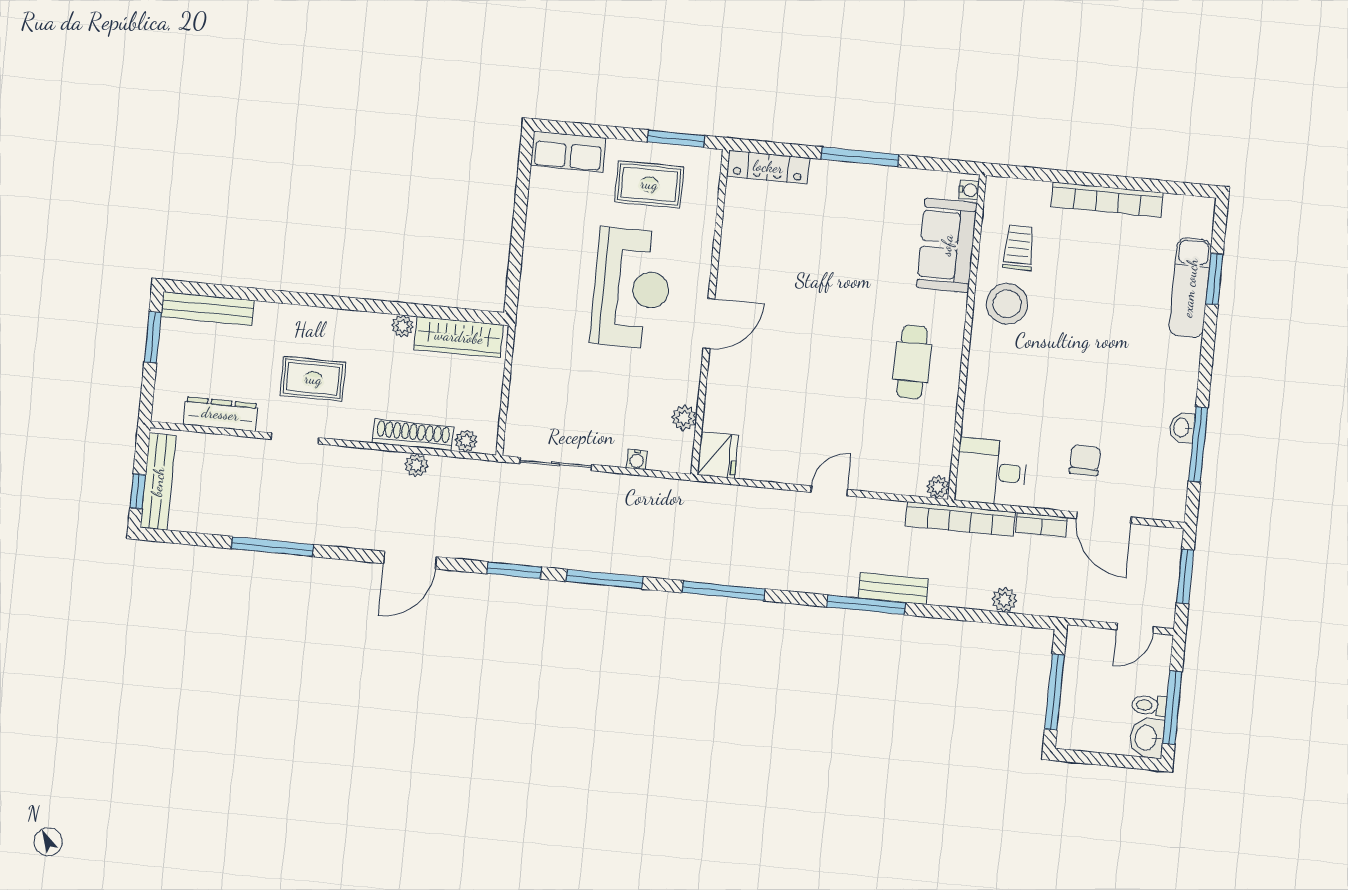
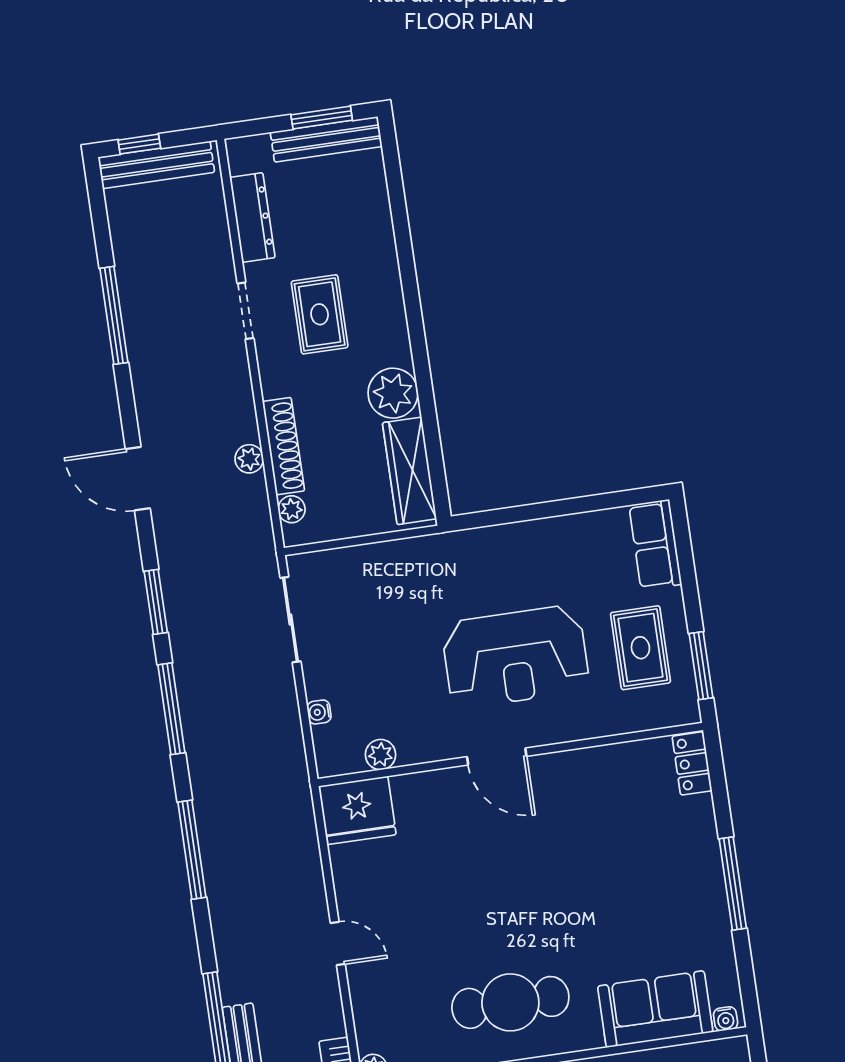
locker: (768, 167) -> (692, 763), width x0.66
bench: (208, 309) -> (326, 139), moved, turned 90
plant: (403, 326) -> (393, 393), width x1.88, depth x1.88
cafe table: (912, 362) -> (510, 1002), width x1.37, depth x1.35
fridge: (718, 455) -> (357, 810), width x1.36, depth x1.34

